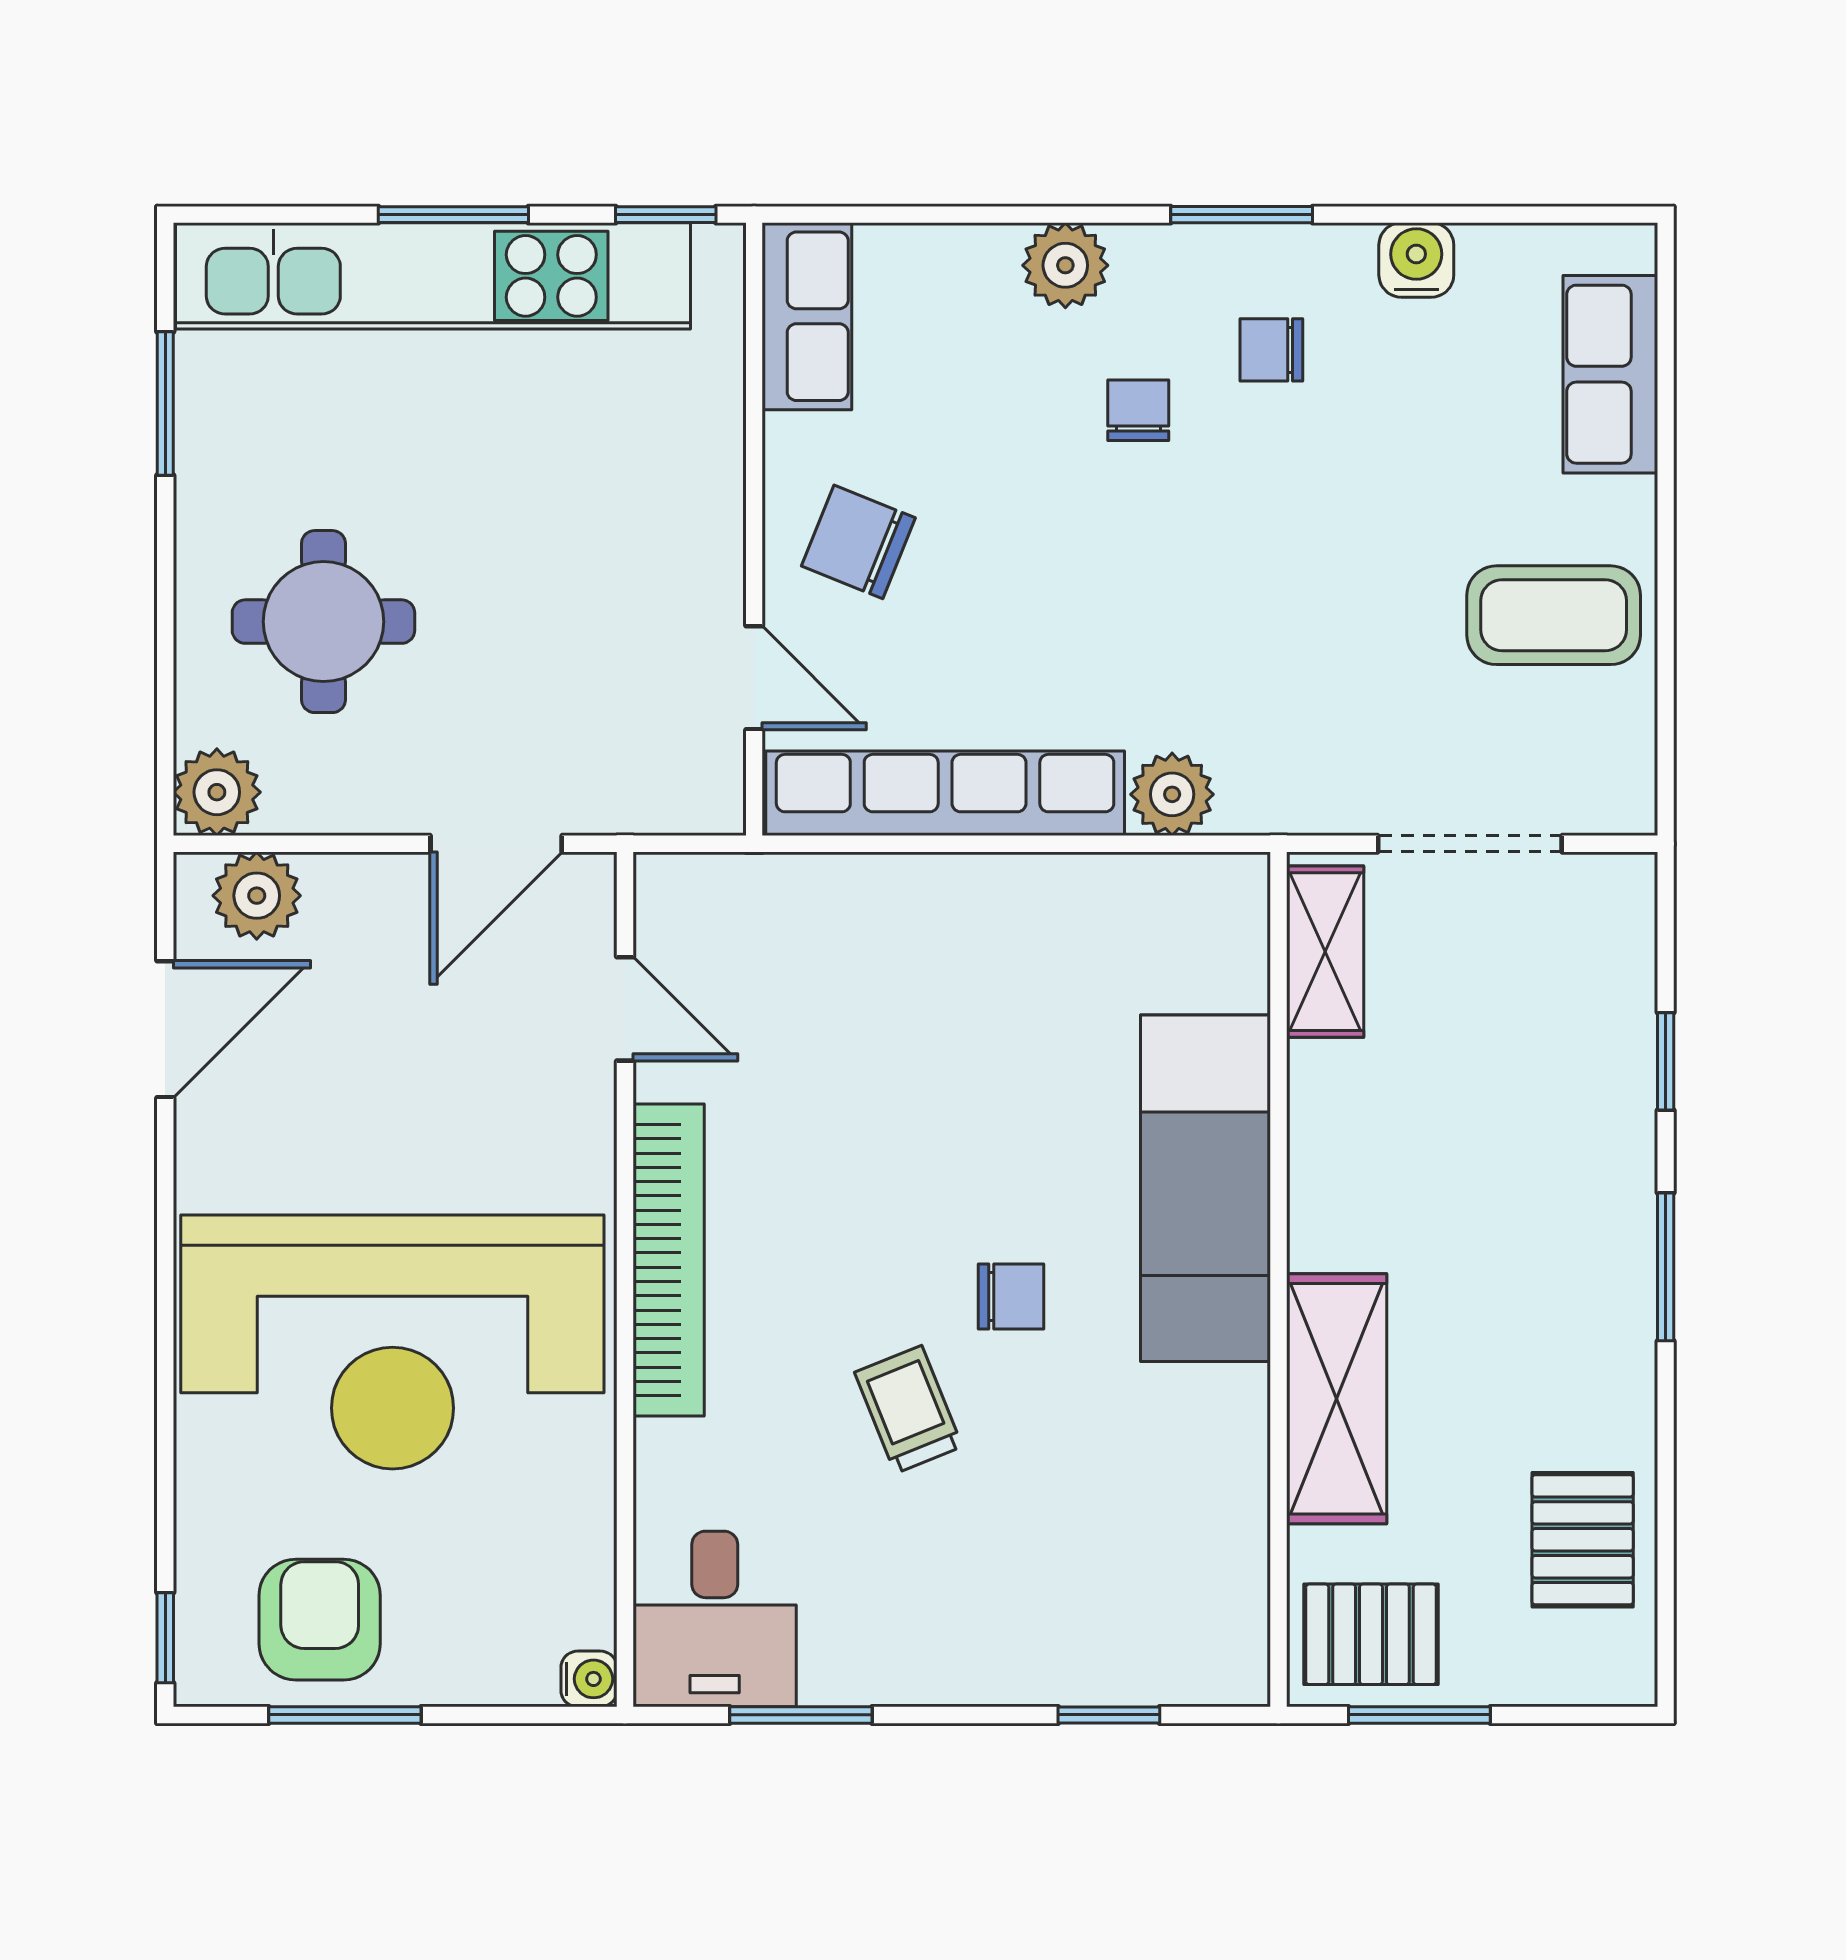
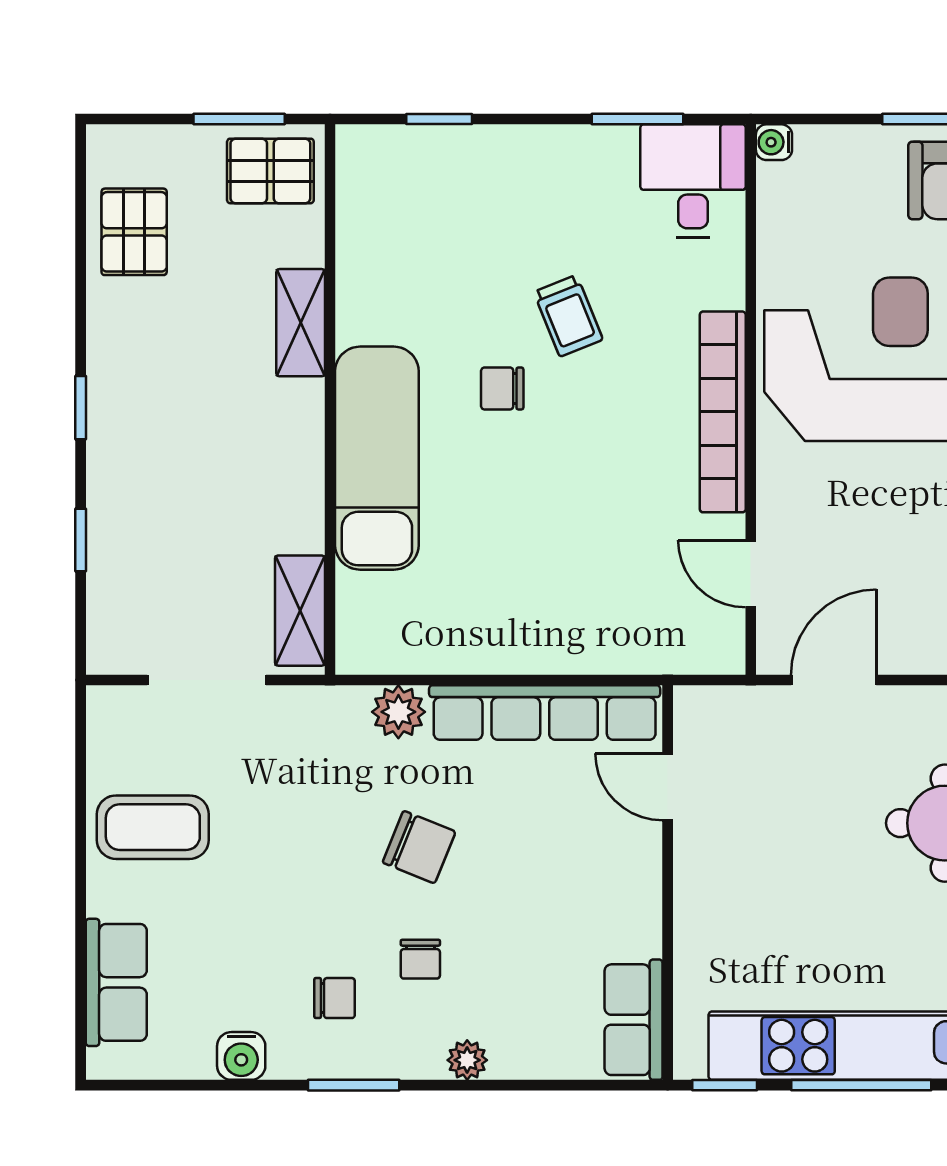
window: (453, 215) -> (861, 1085), width x1.44
plant: (1065, 265) -> (467, 1060), width x0.73, depth x0.73
chair: (858, 542) -> (419, 847), moved
window: (1666, 1267) -> (81, 408), width x0.67
shelving: (1337, 1399) -> (301, 323), width x0.67, depth x0.75

